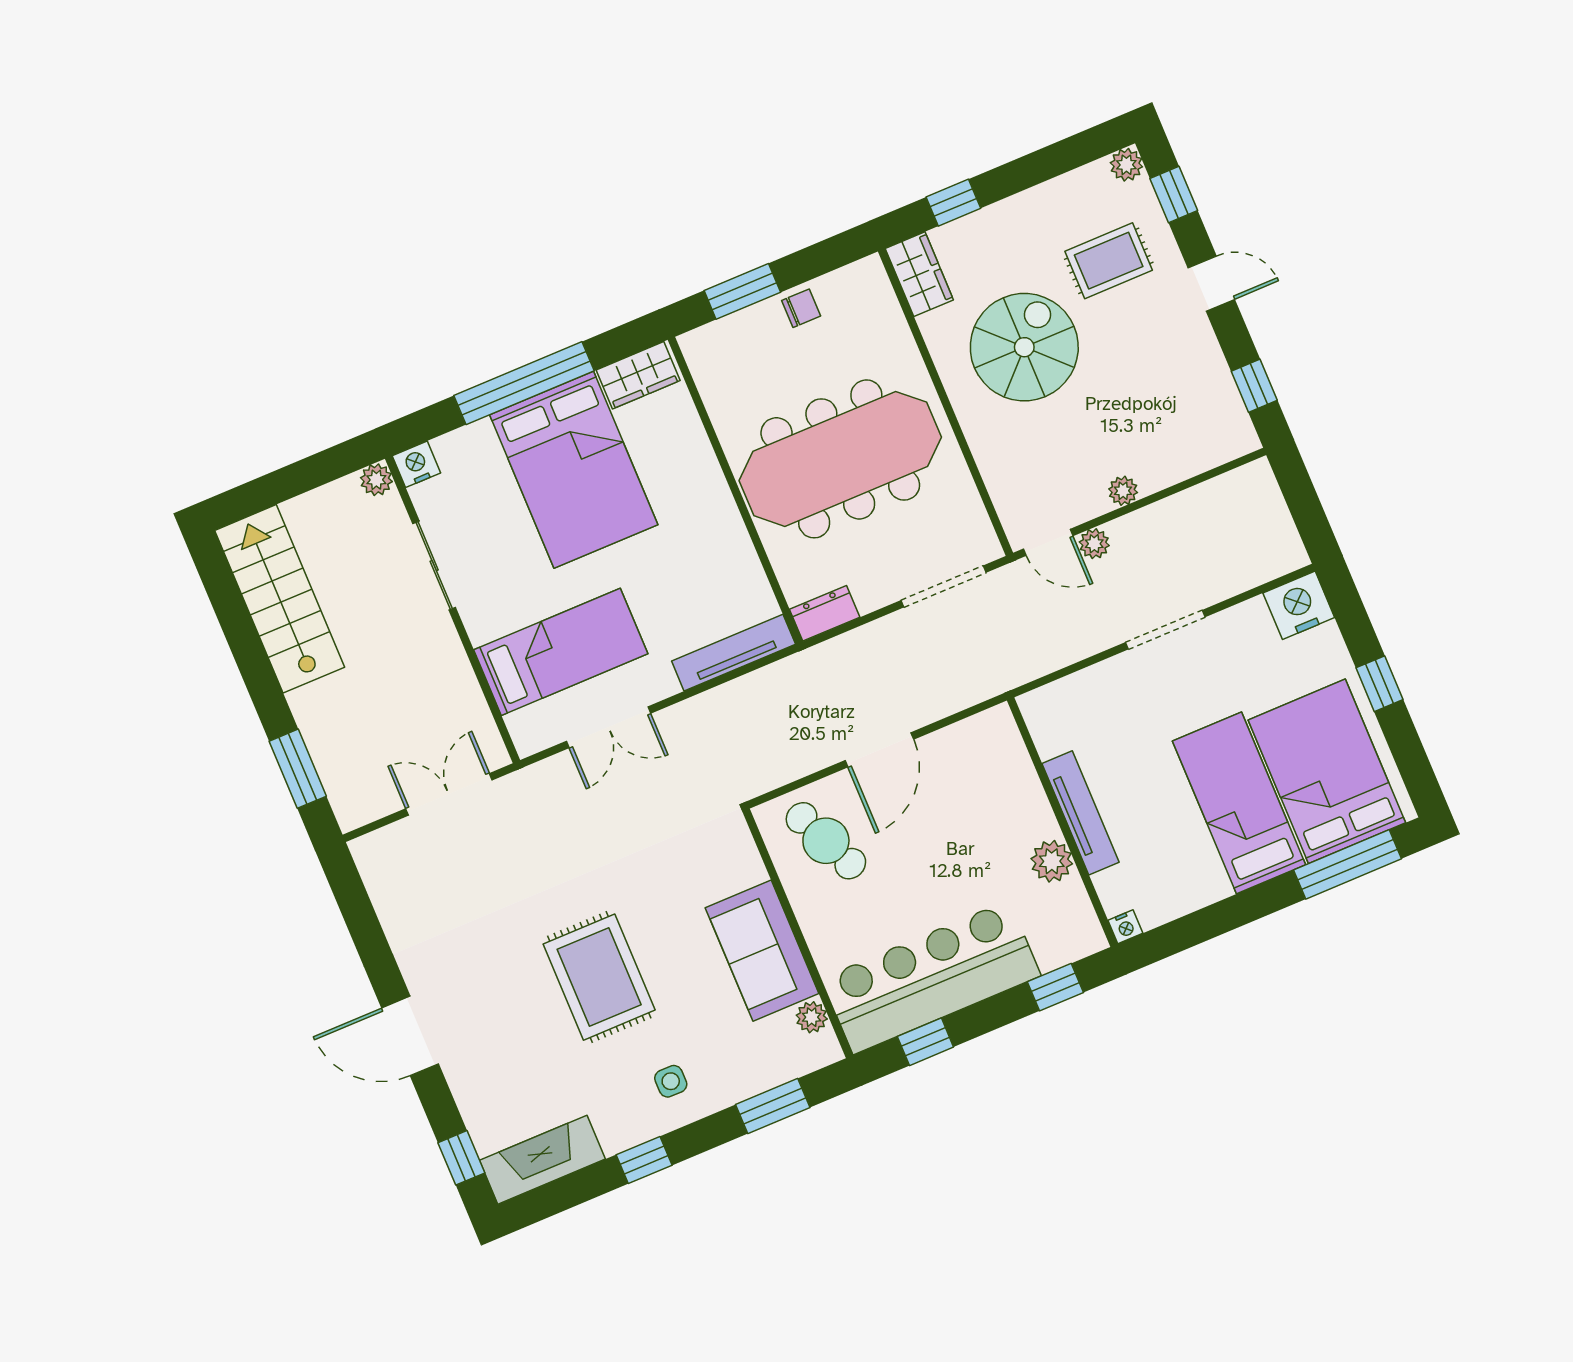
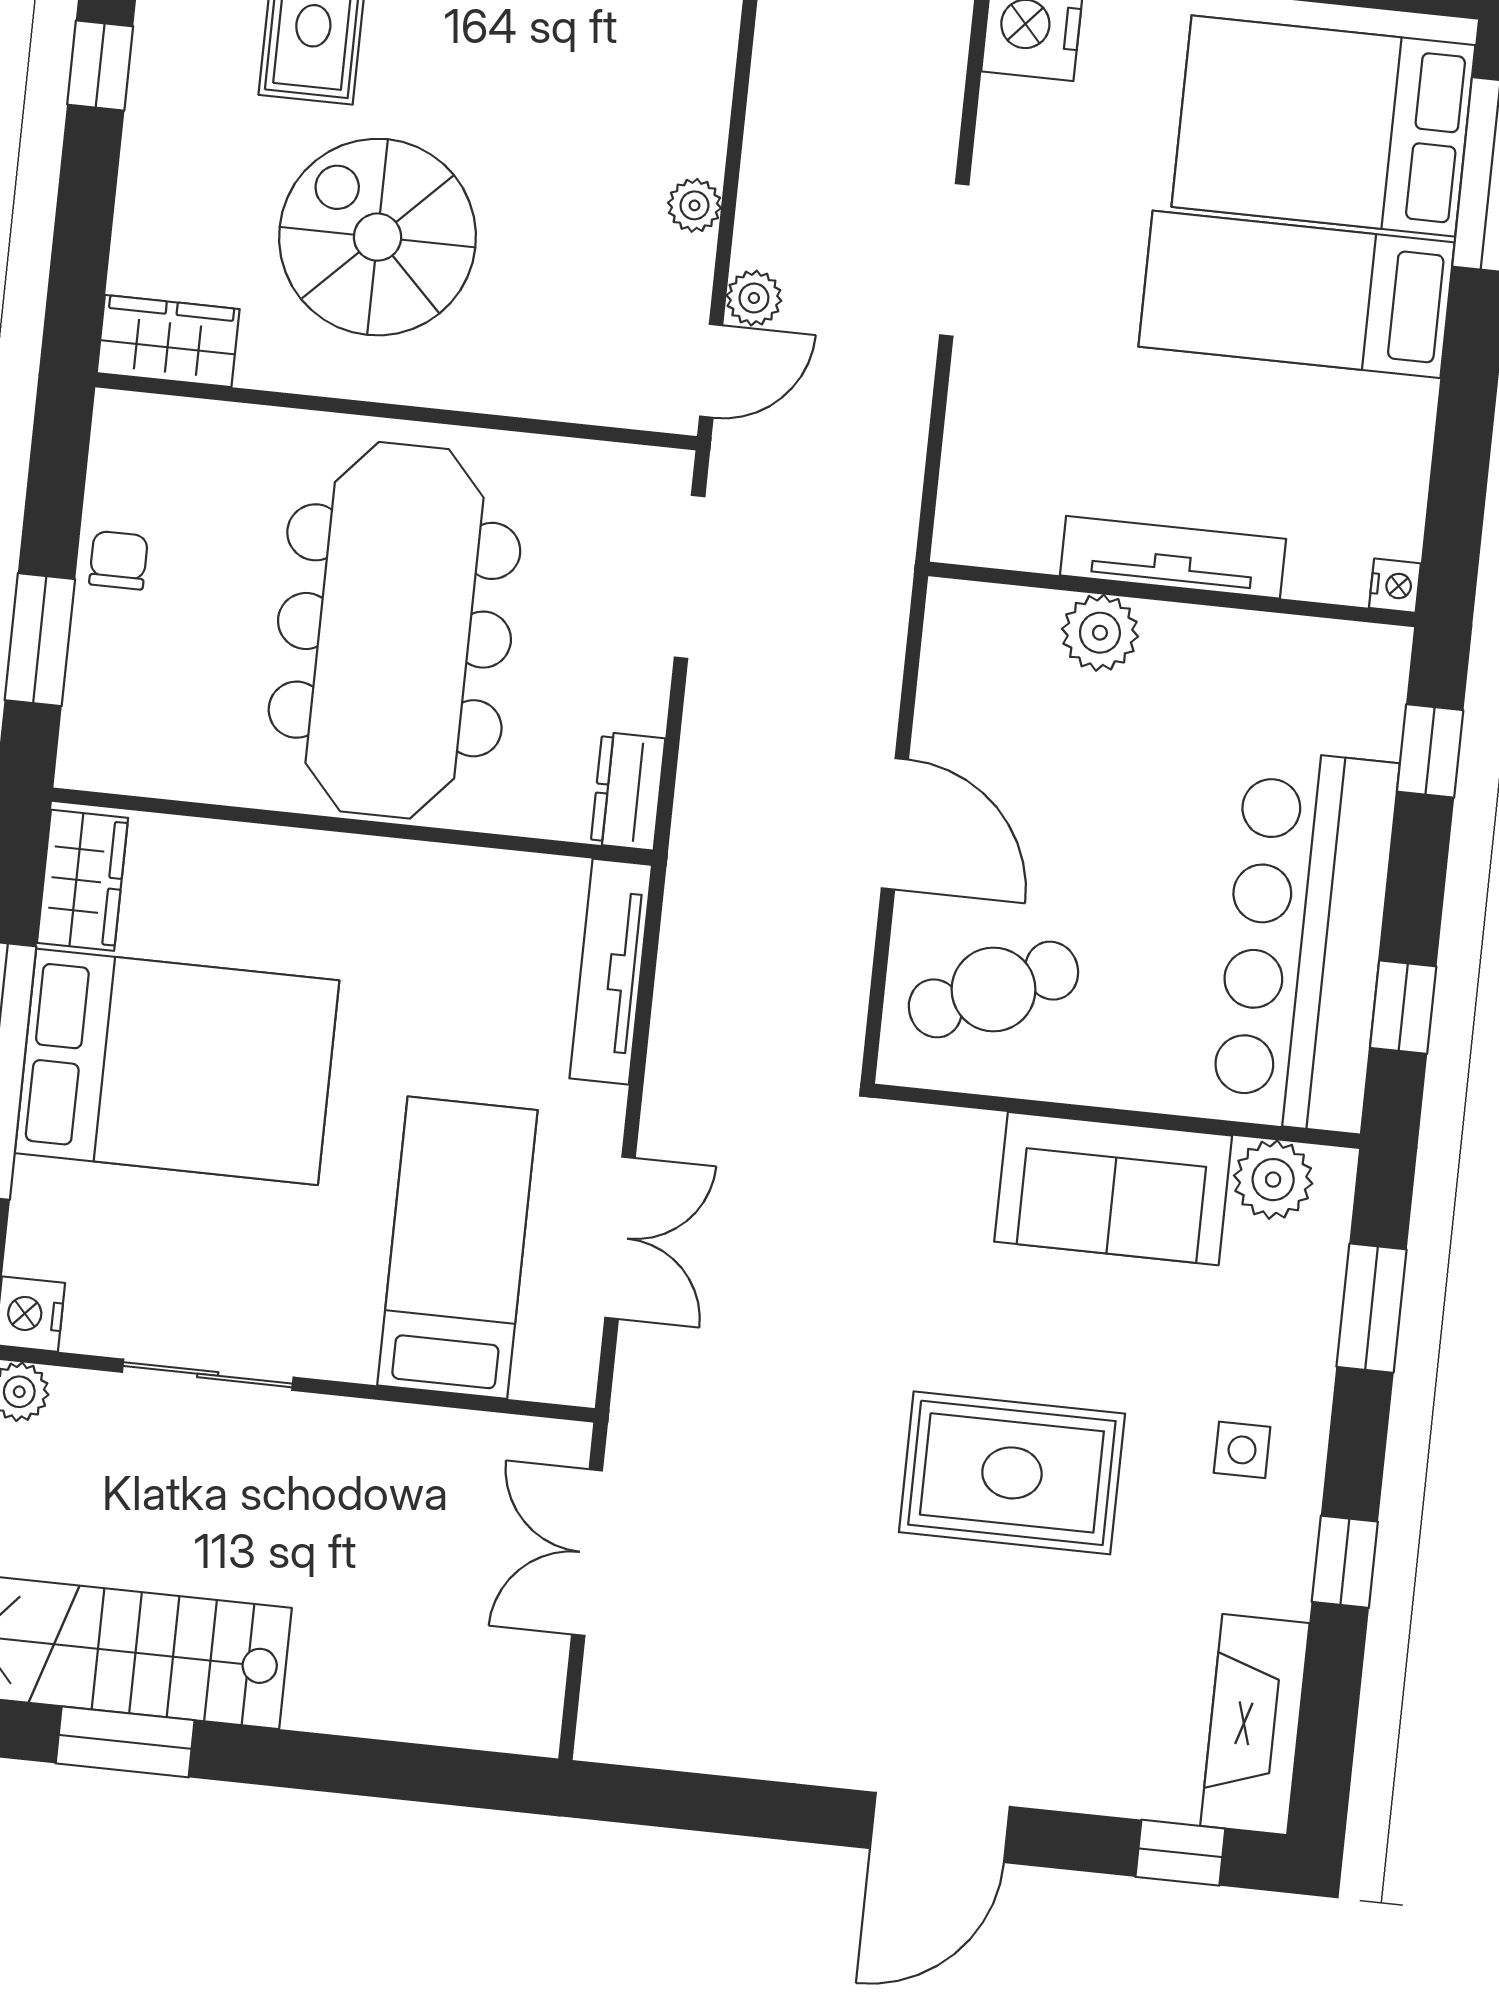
window: (953, 203) -> (100, 65), moved
window: (298, 769) -> (125, 1742), moved
plant: (1052, 861) -> (1100, 633), moved
plant: (812, 1017) -> (1273, 1180), width x1.38, depth x1.38

